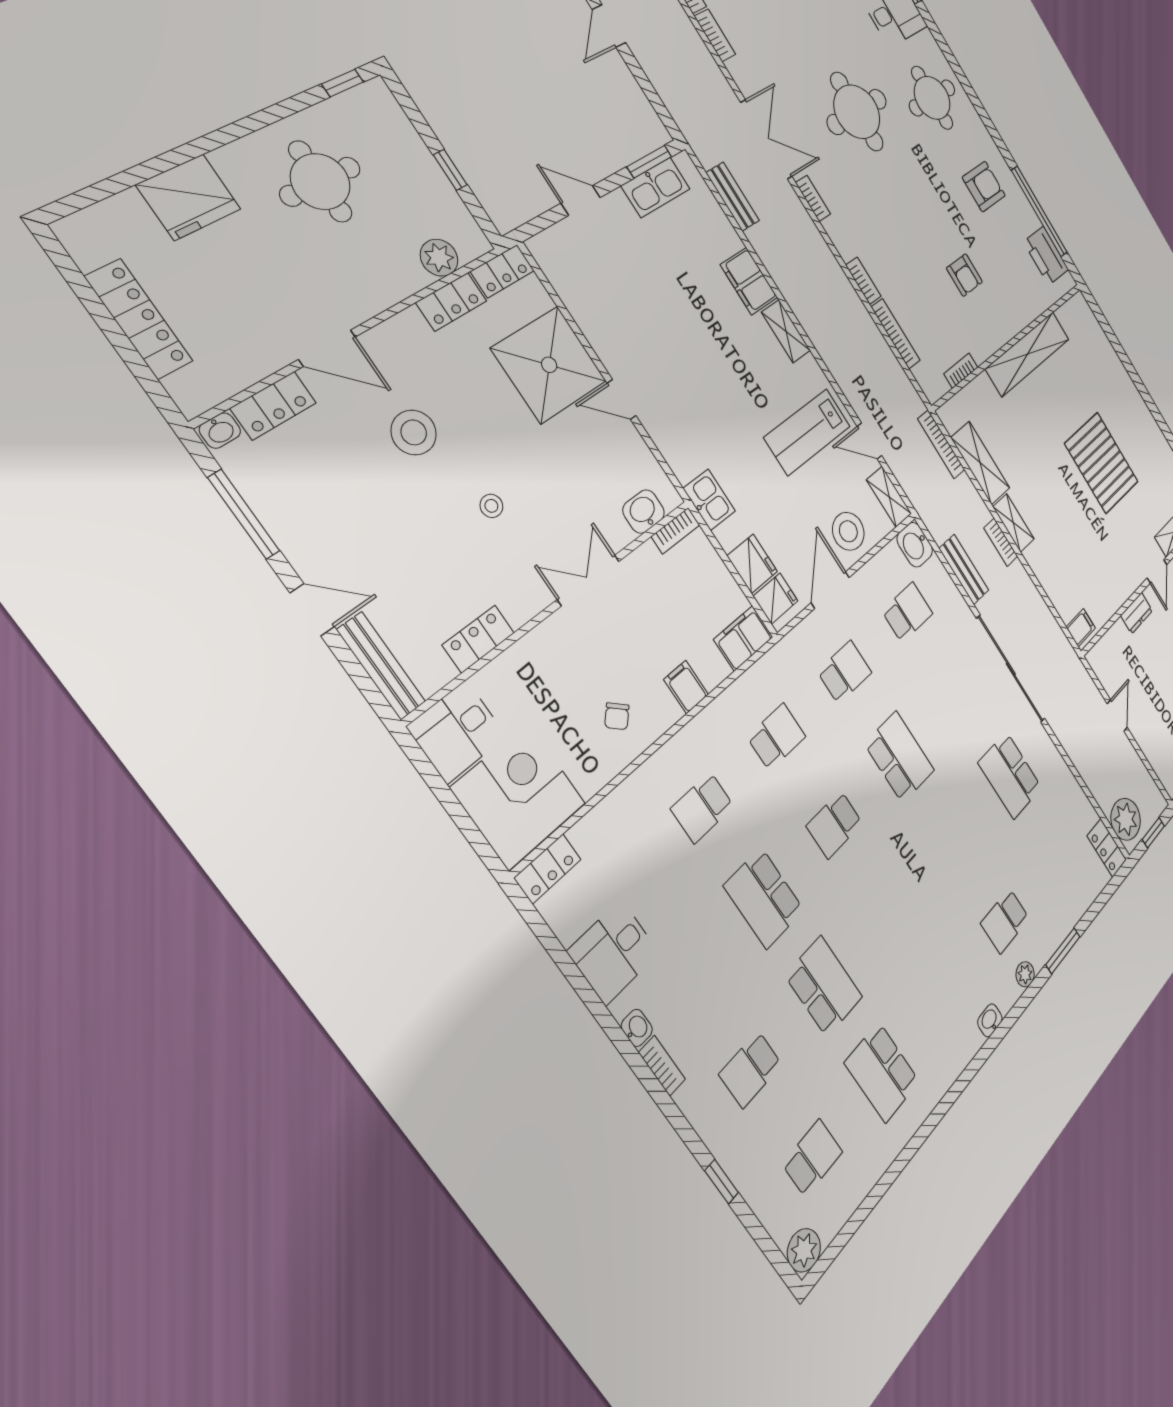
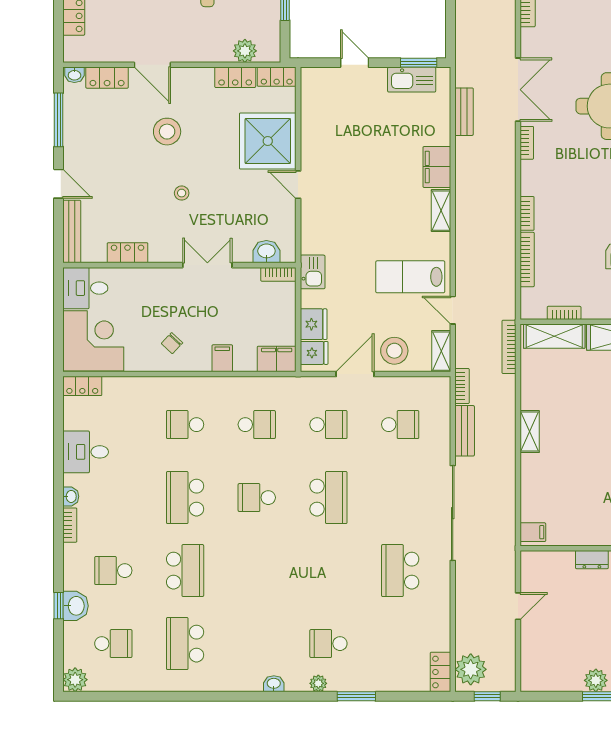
shelving: (980, 463) -> (554, 336), moved, turned 90
bookcase: (1001, 542) -> (462, 386), moved, turned 180
washbasin: (915, 545) -> (75, 606), moved, turned 180

